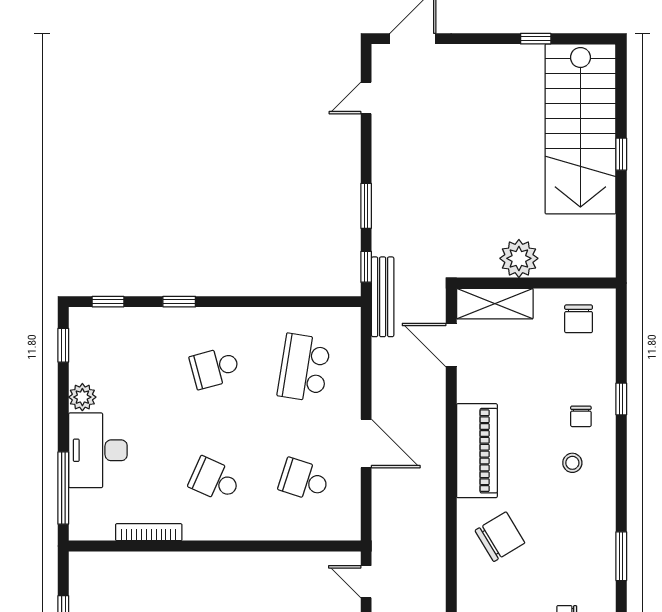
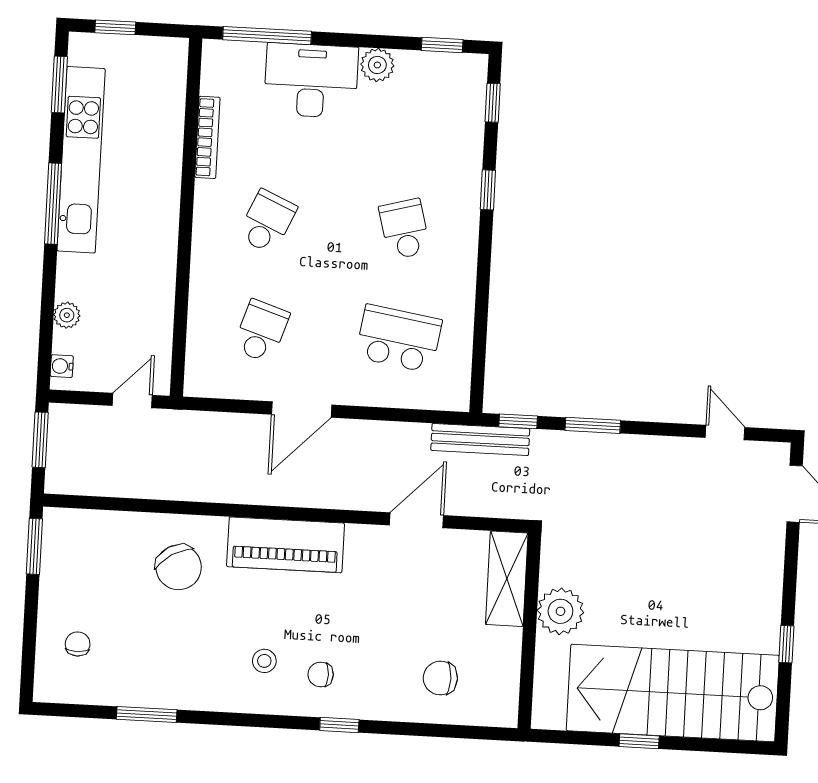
plant: (519, 258) -> (560, 611), moved
wall: (536, 283) -> (529, 631), moved
shelving: (495, 304) -> (507, 579), moved

